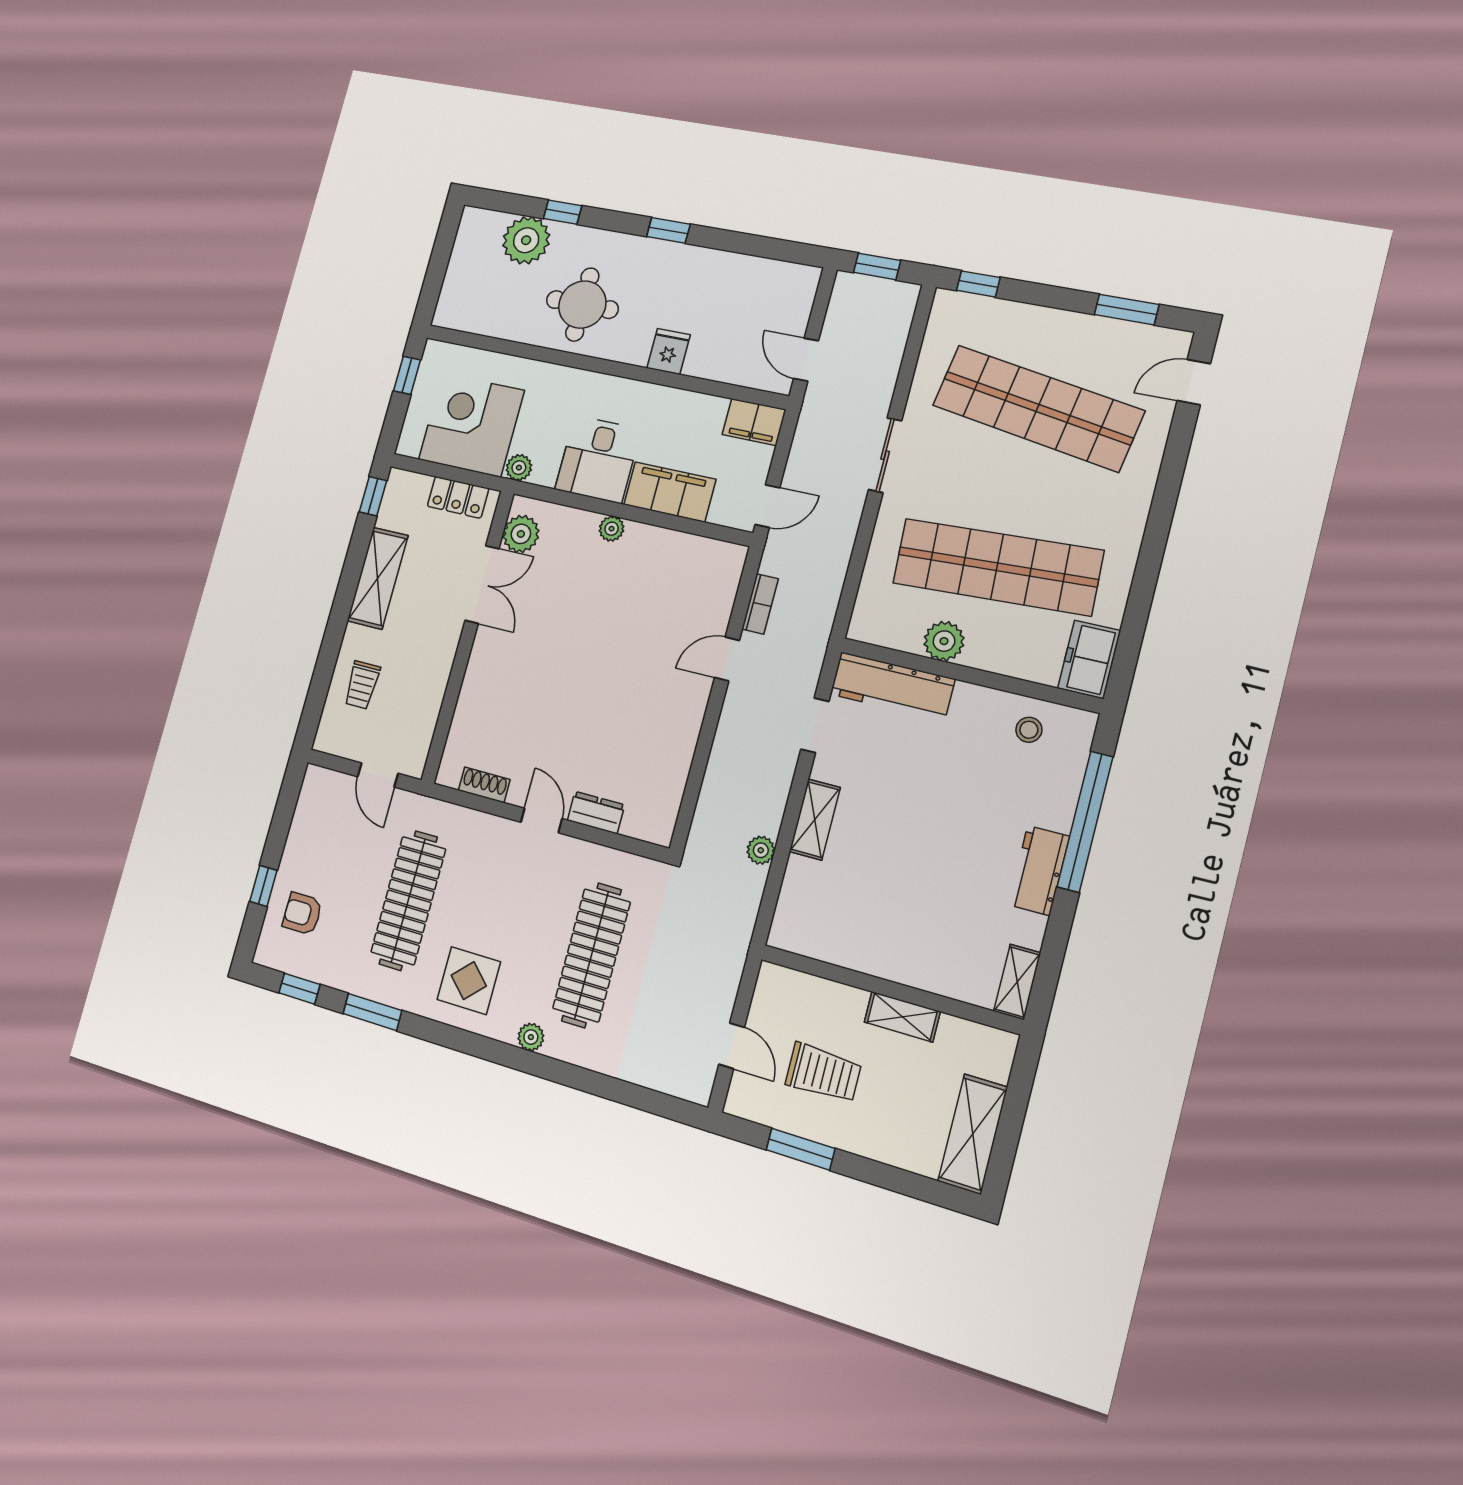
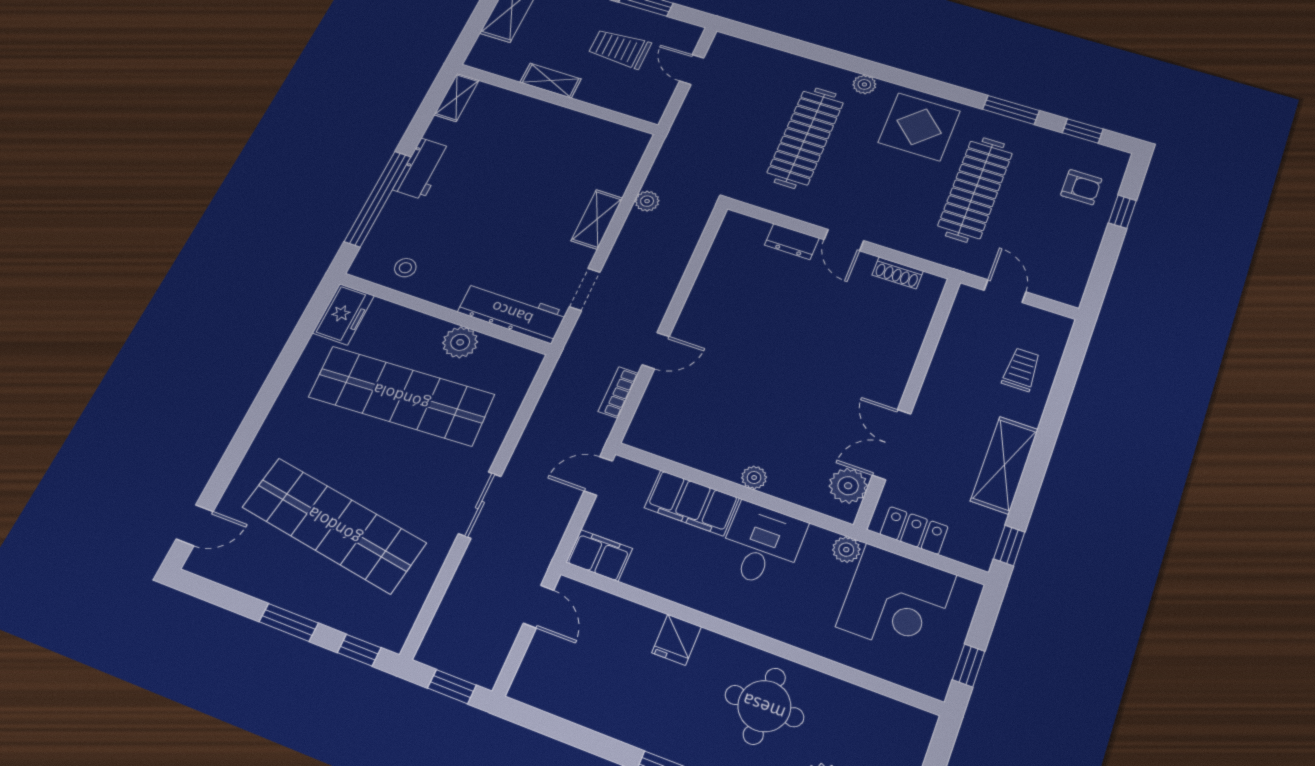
window: (1127, 310) -> (289, 622), moved
display table: (469, 981) -> (919, 127), width x1.36, depth x1.36

